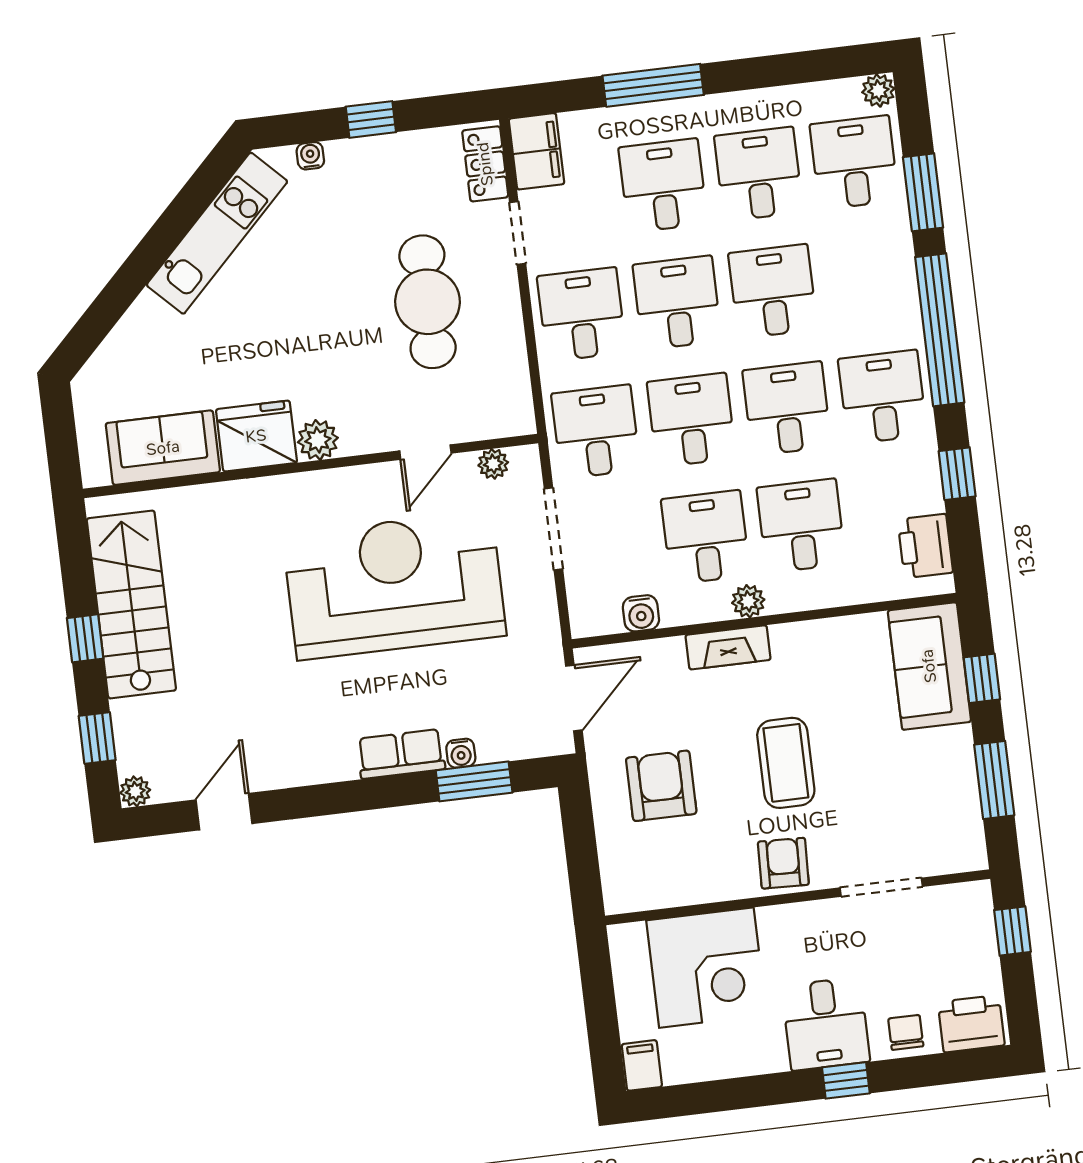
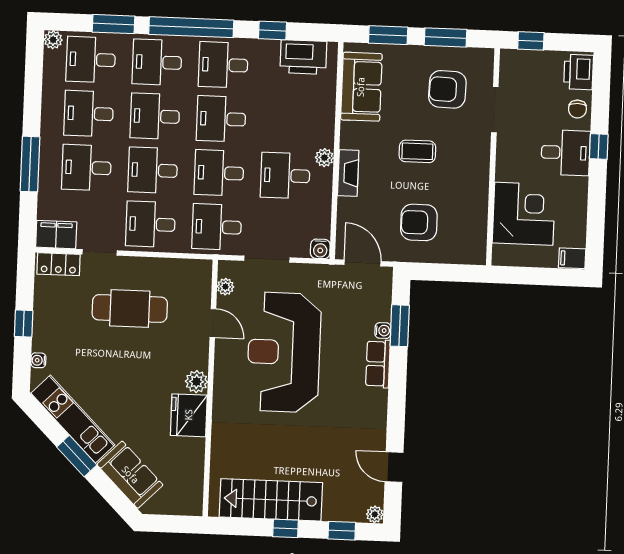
window: (153, 251) -> (77, 456), added
sofa: (163, 448) -> (130, 475), moved, turned 135
desk: (801, 526) -> (157, 62), moved
printer: (925, 546) -> (303, 57), width x1.37, depth x1.19
water cooler: (641, 613) -> (320, 249), moved, turned 90
sofa: (929, 666) -> (361, 87), moved, turned -90
window: (982, 678) -> (388, 35), width x1.50
coffee table: (786, 763) -> (417, 151), width x0.73, depth x0.77
armchair: (783, 863) -> (447, 89), moved, width x1.38, depth x1.38
chair: (906, 1032) -> (577, 109), turned -90

